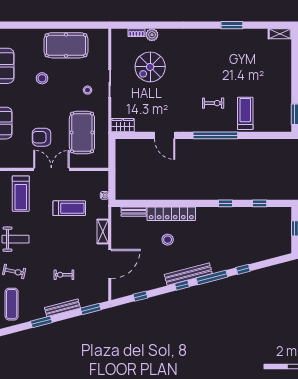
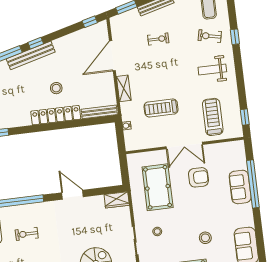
bench: (134, 212) -> (99, 112), width x1.36
window: (140, 296) -> (90, 22), moved

